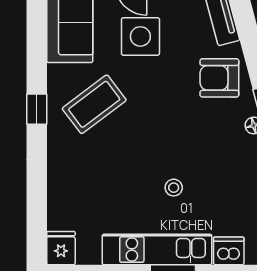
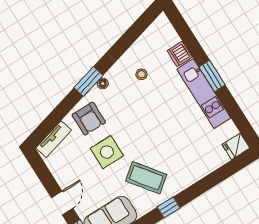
side table: (140, 36) -> (107, 152), moved
stool: (174, 188) -> (141, 74), moved

